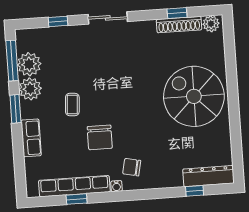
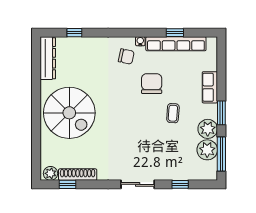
window: (177, 13) -> (67, 184), moved
dresser: (208, 176) -> (48, 58), moved, turned -90

